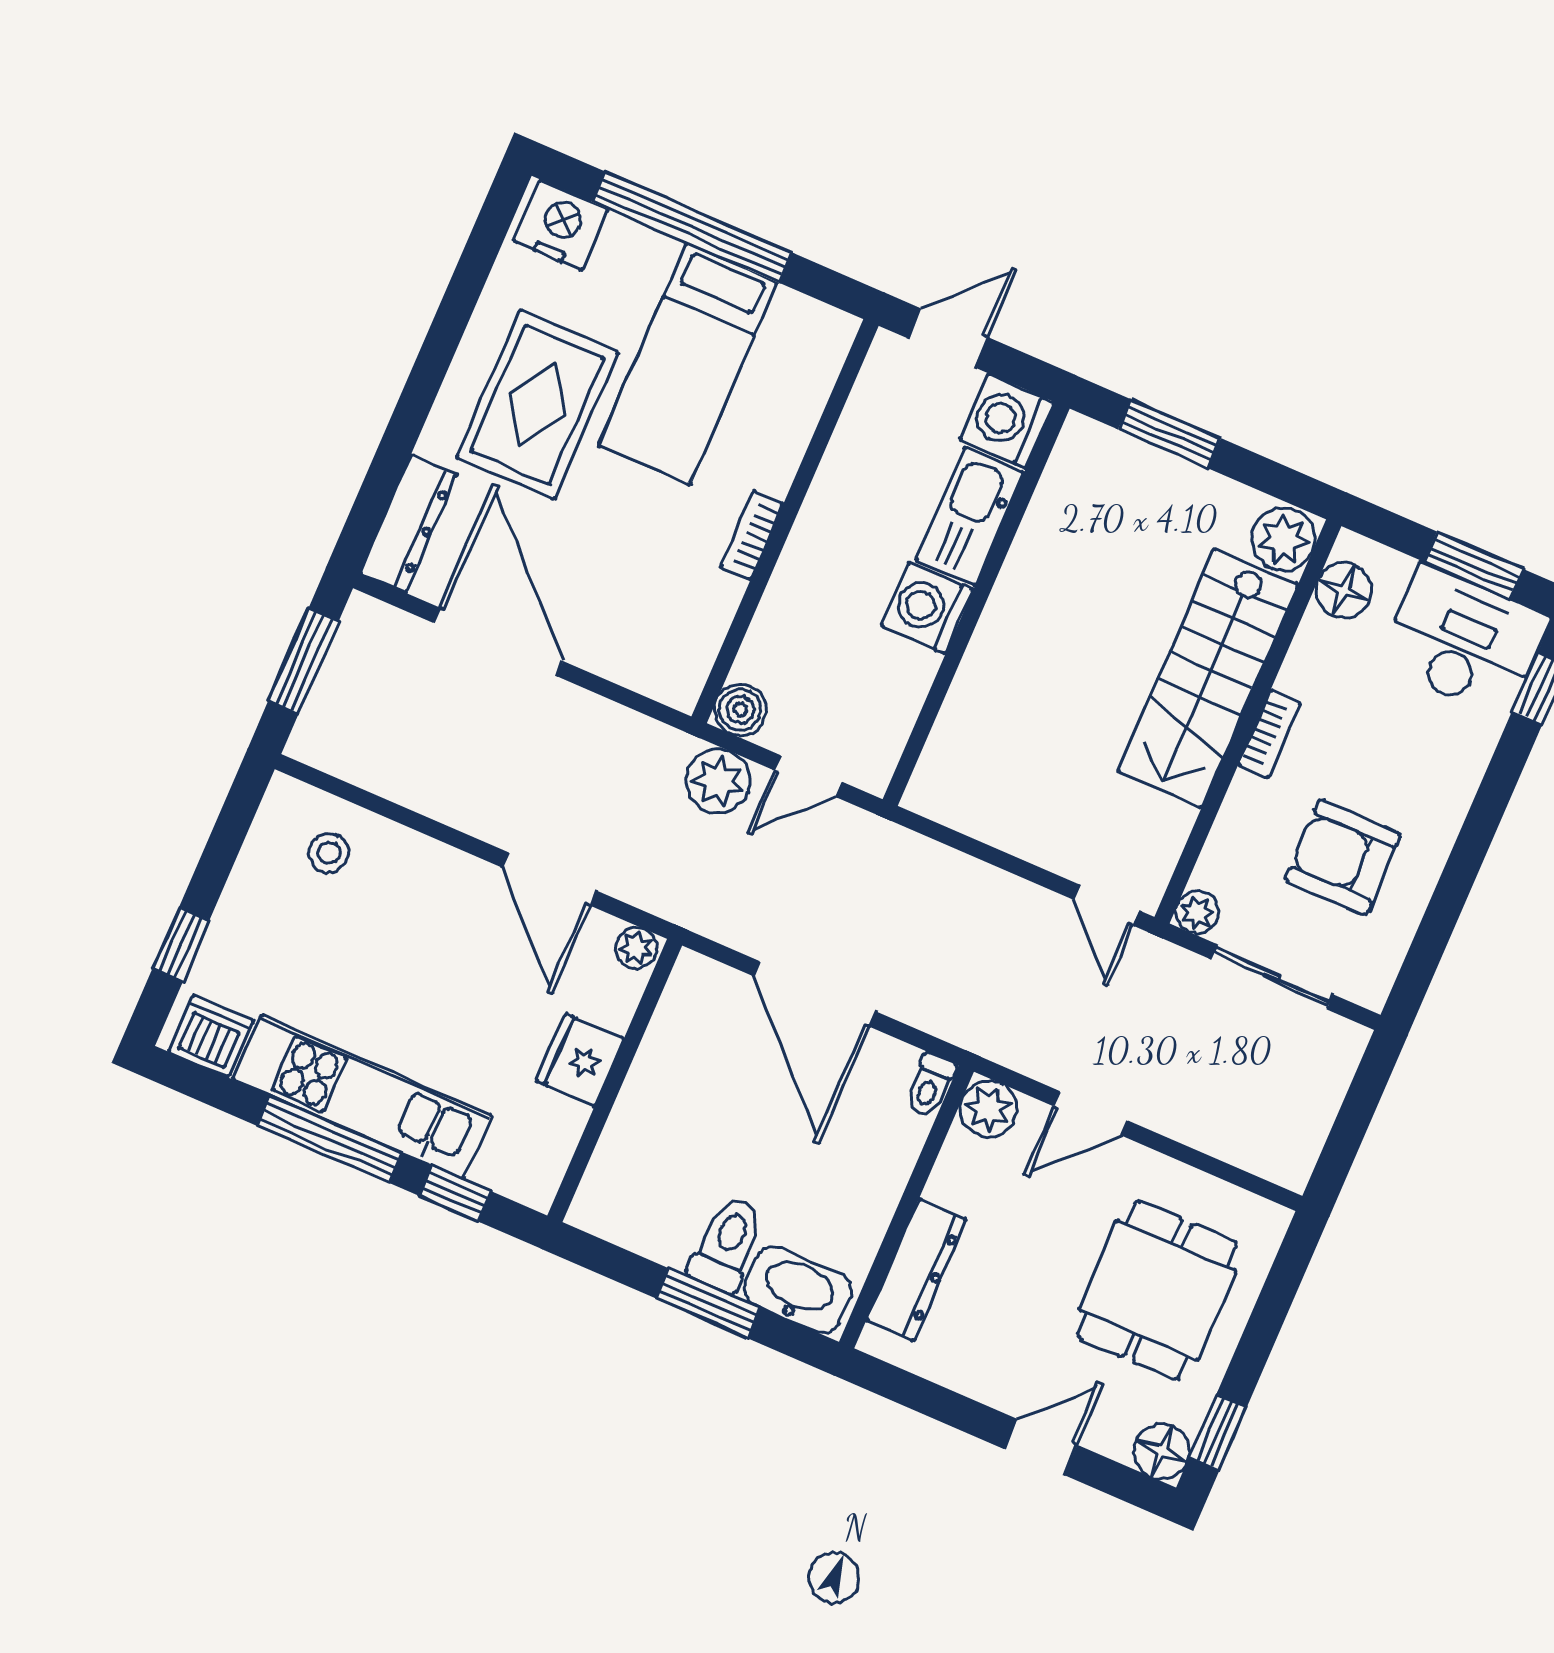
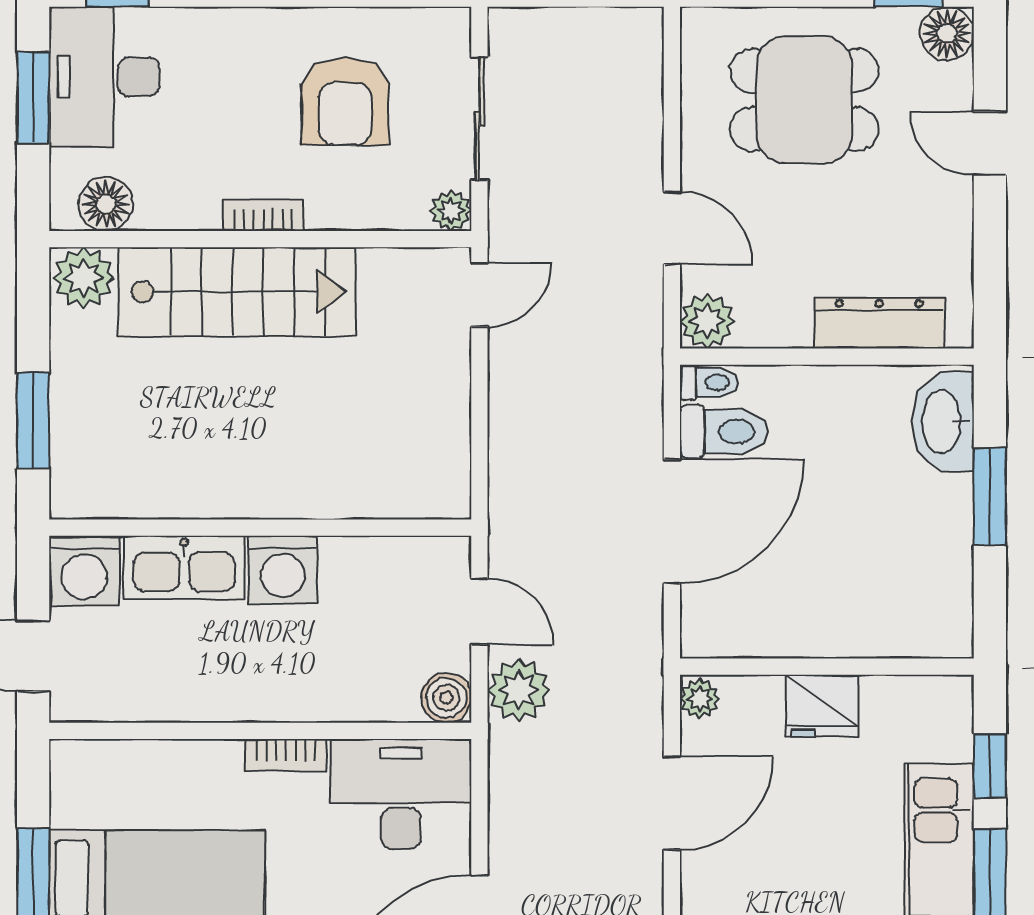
desk: (668, 628) -> (401, 794), added
toilet: (727, 1244) -> (724, 432), moved, turned 180

